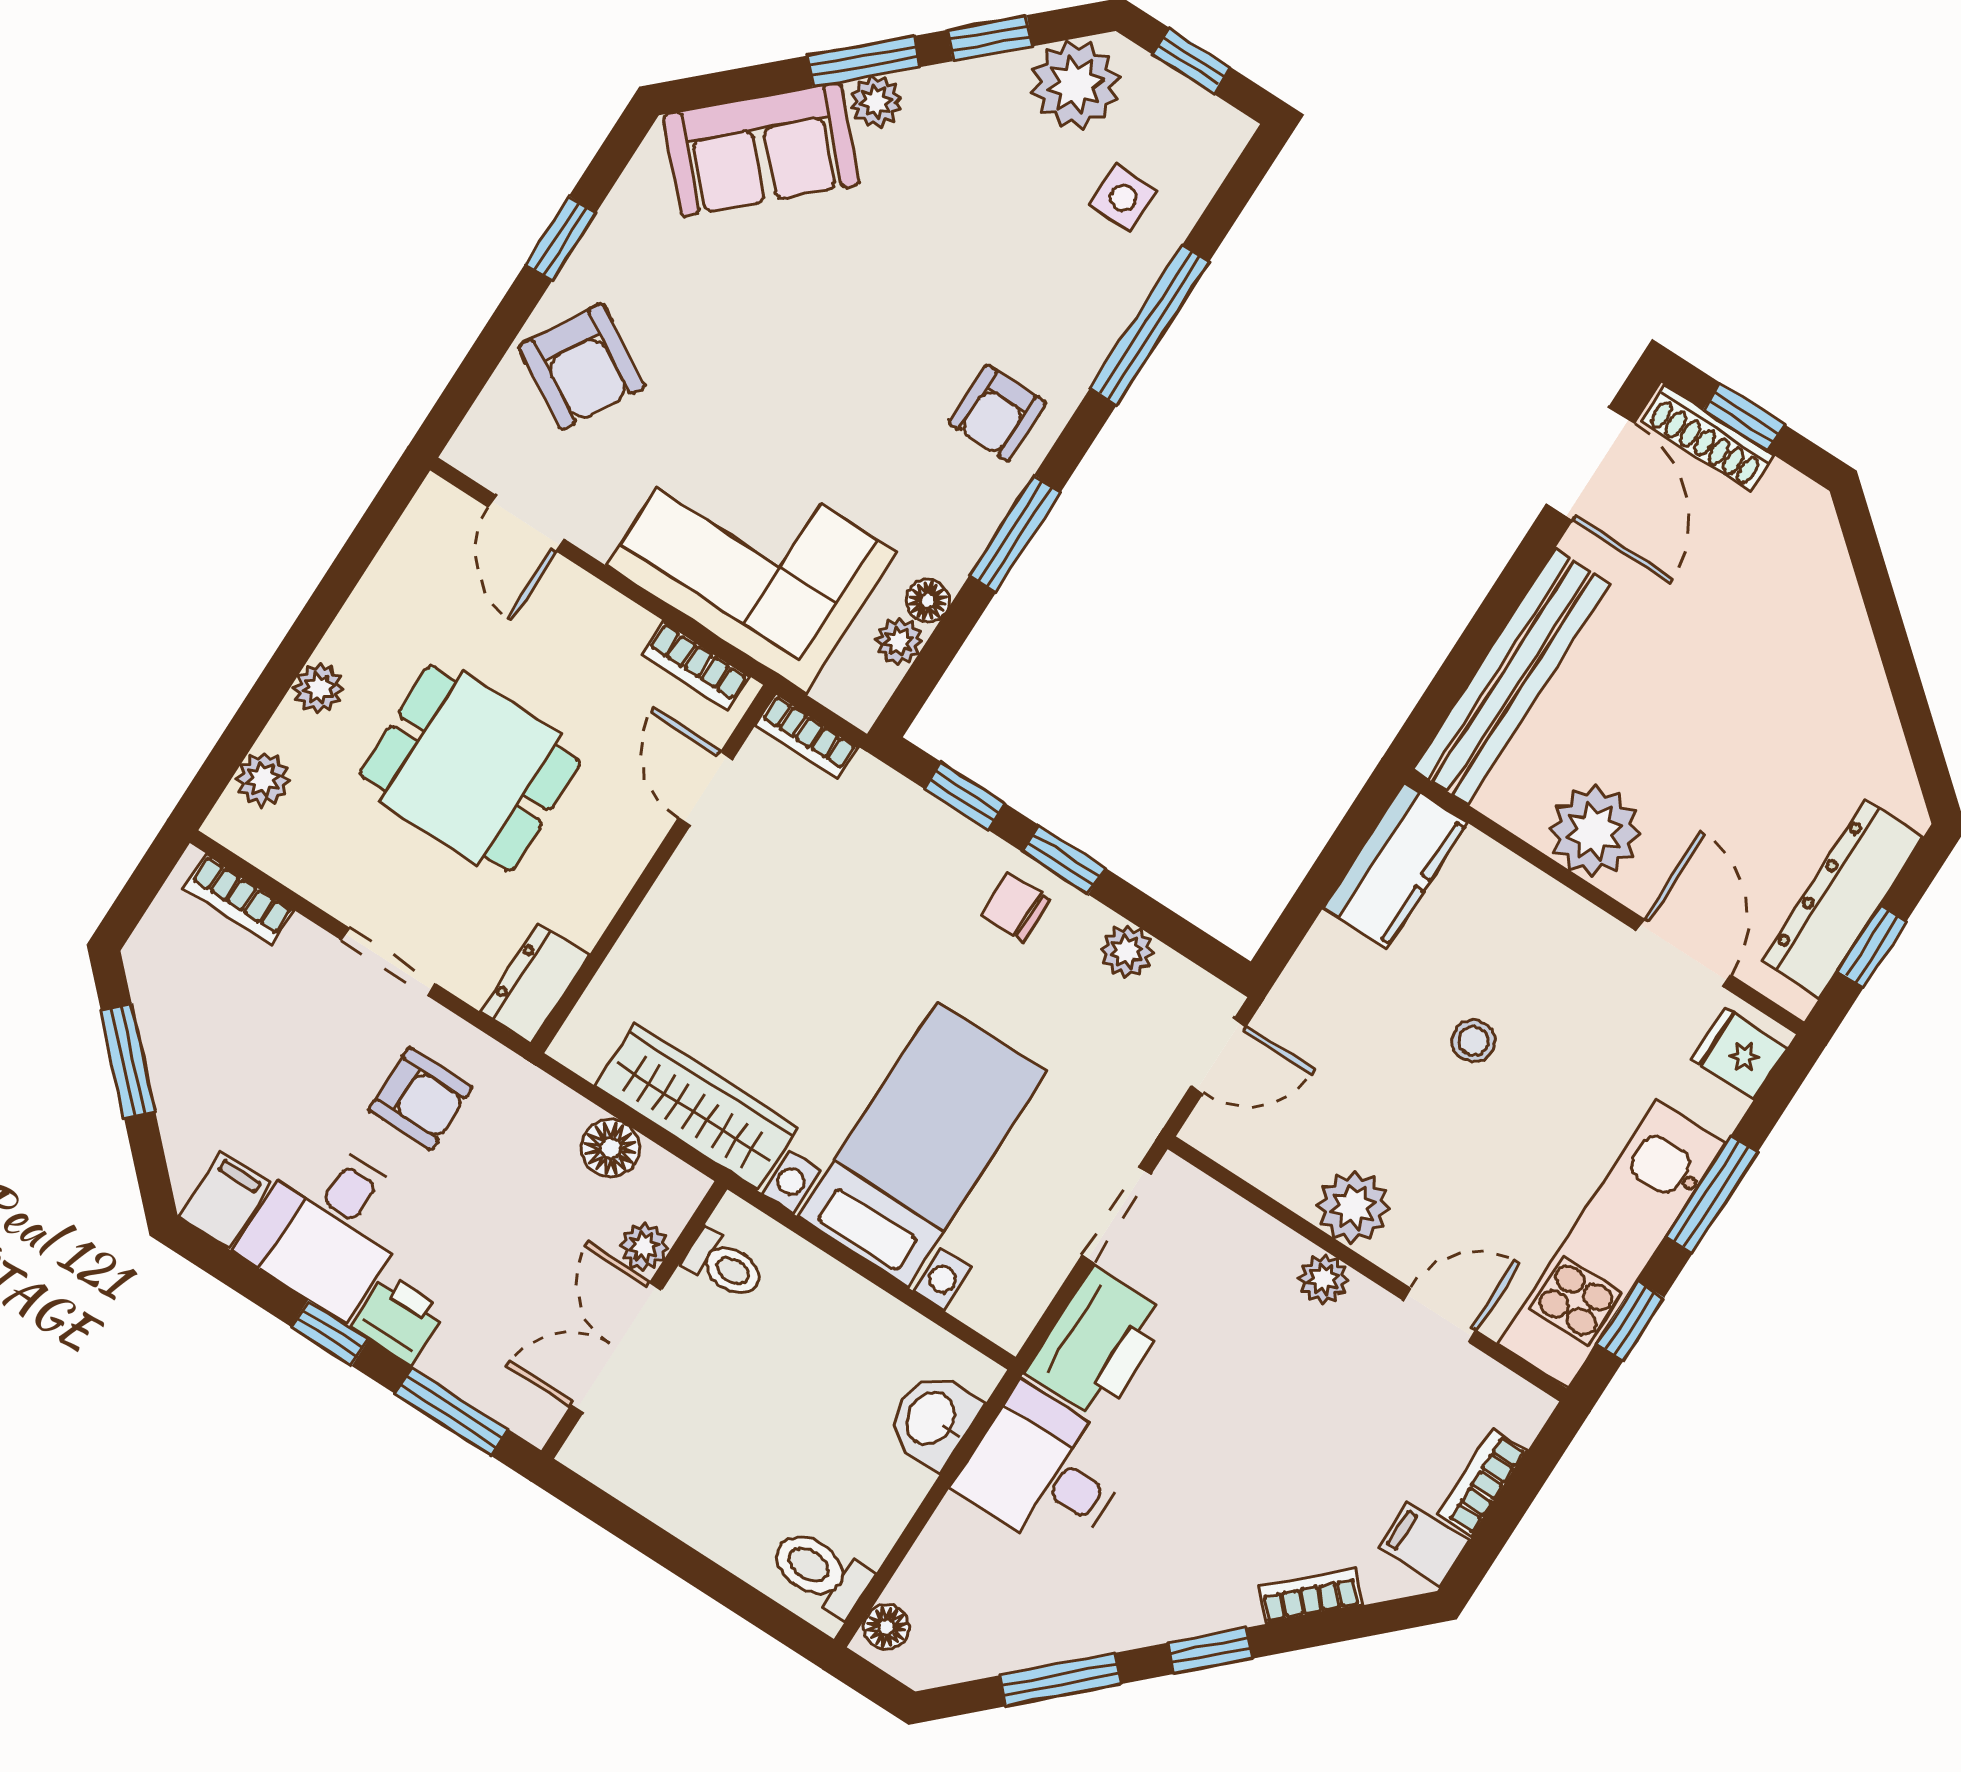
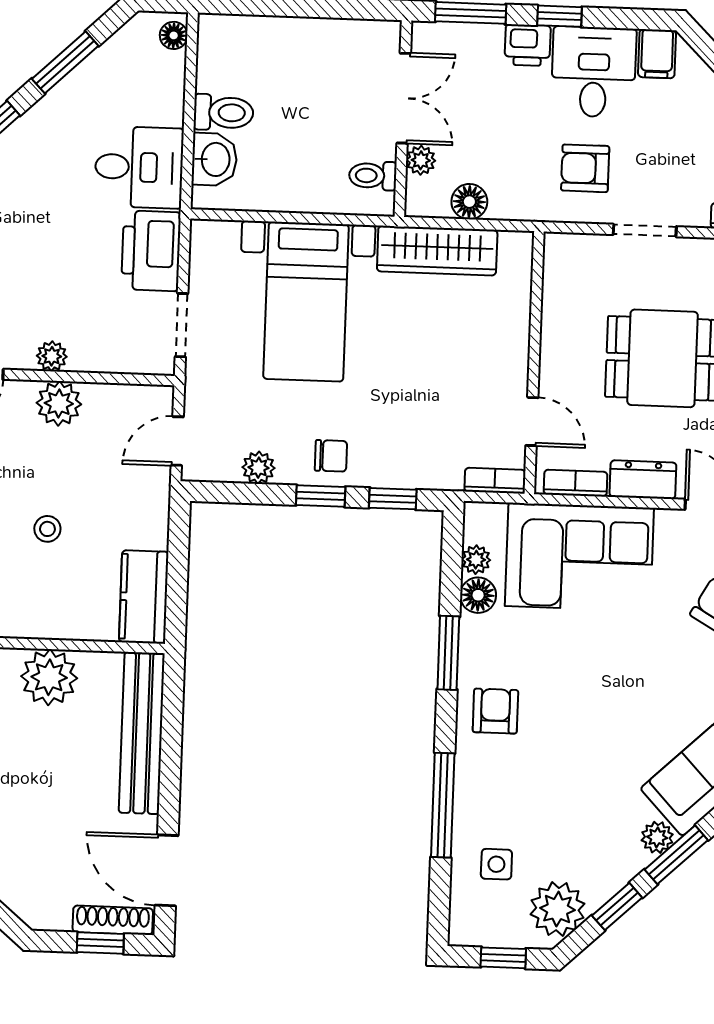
floor lamp: (928, 601) -> (478, 595), width x1.37, depth x1.37
dresser: (535, 984) -> (643, 480), moved, turned -90
toilet: (820, 1572) -> (223, 113), moved

